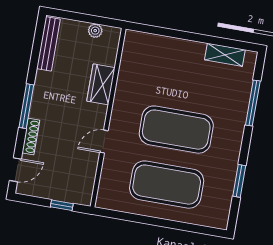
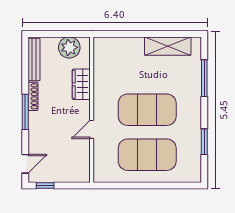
plant: (95, 31) -> (69, 47), width x1.87, depth x1.87
shelving: (225, 55) -> (168, 46), width x1.50, depth x1.33
shoe rack: (31, 137) -> (33, 96), moved
window: (62, 205) -> (45, 186), moved

